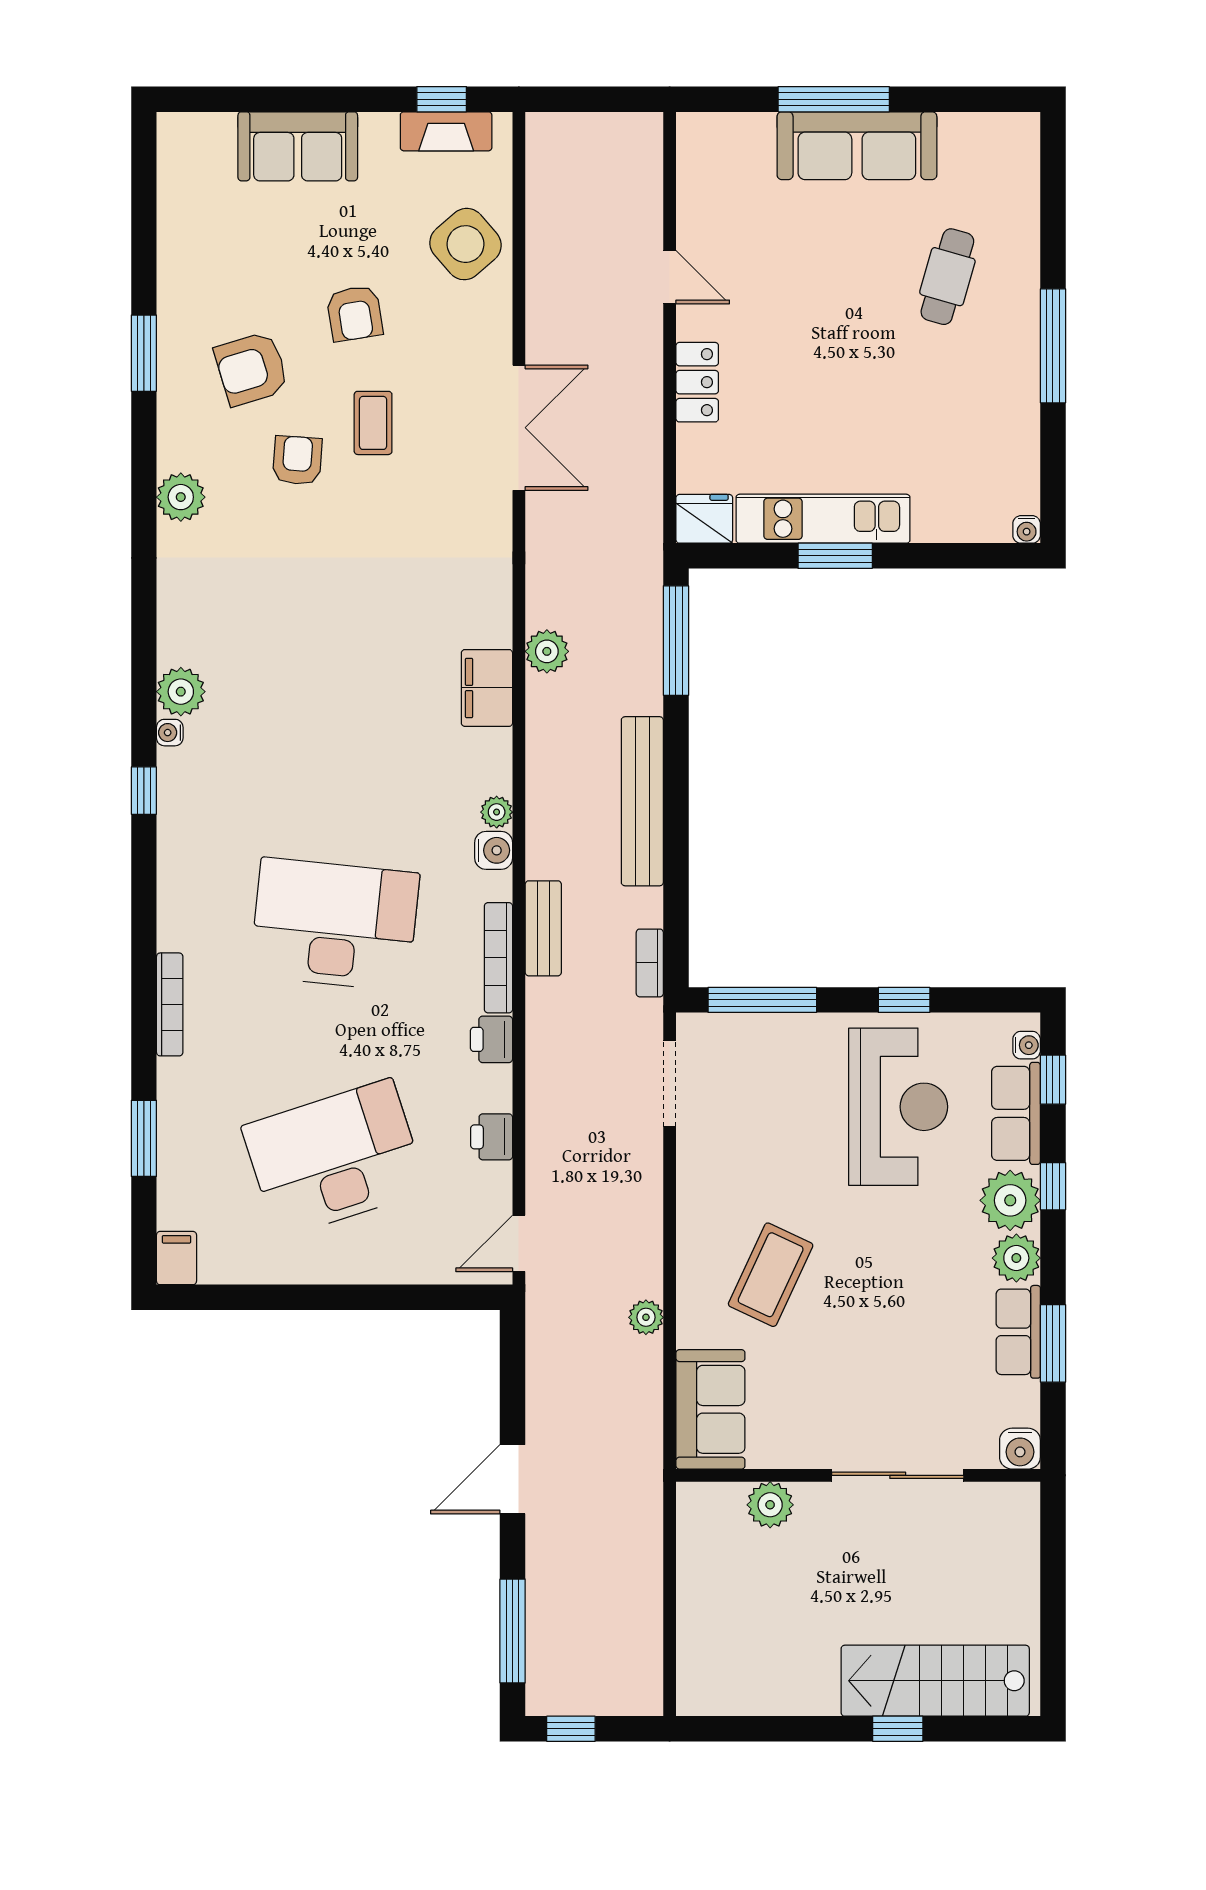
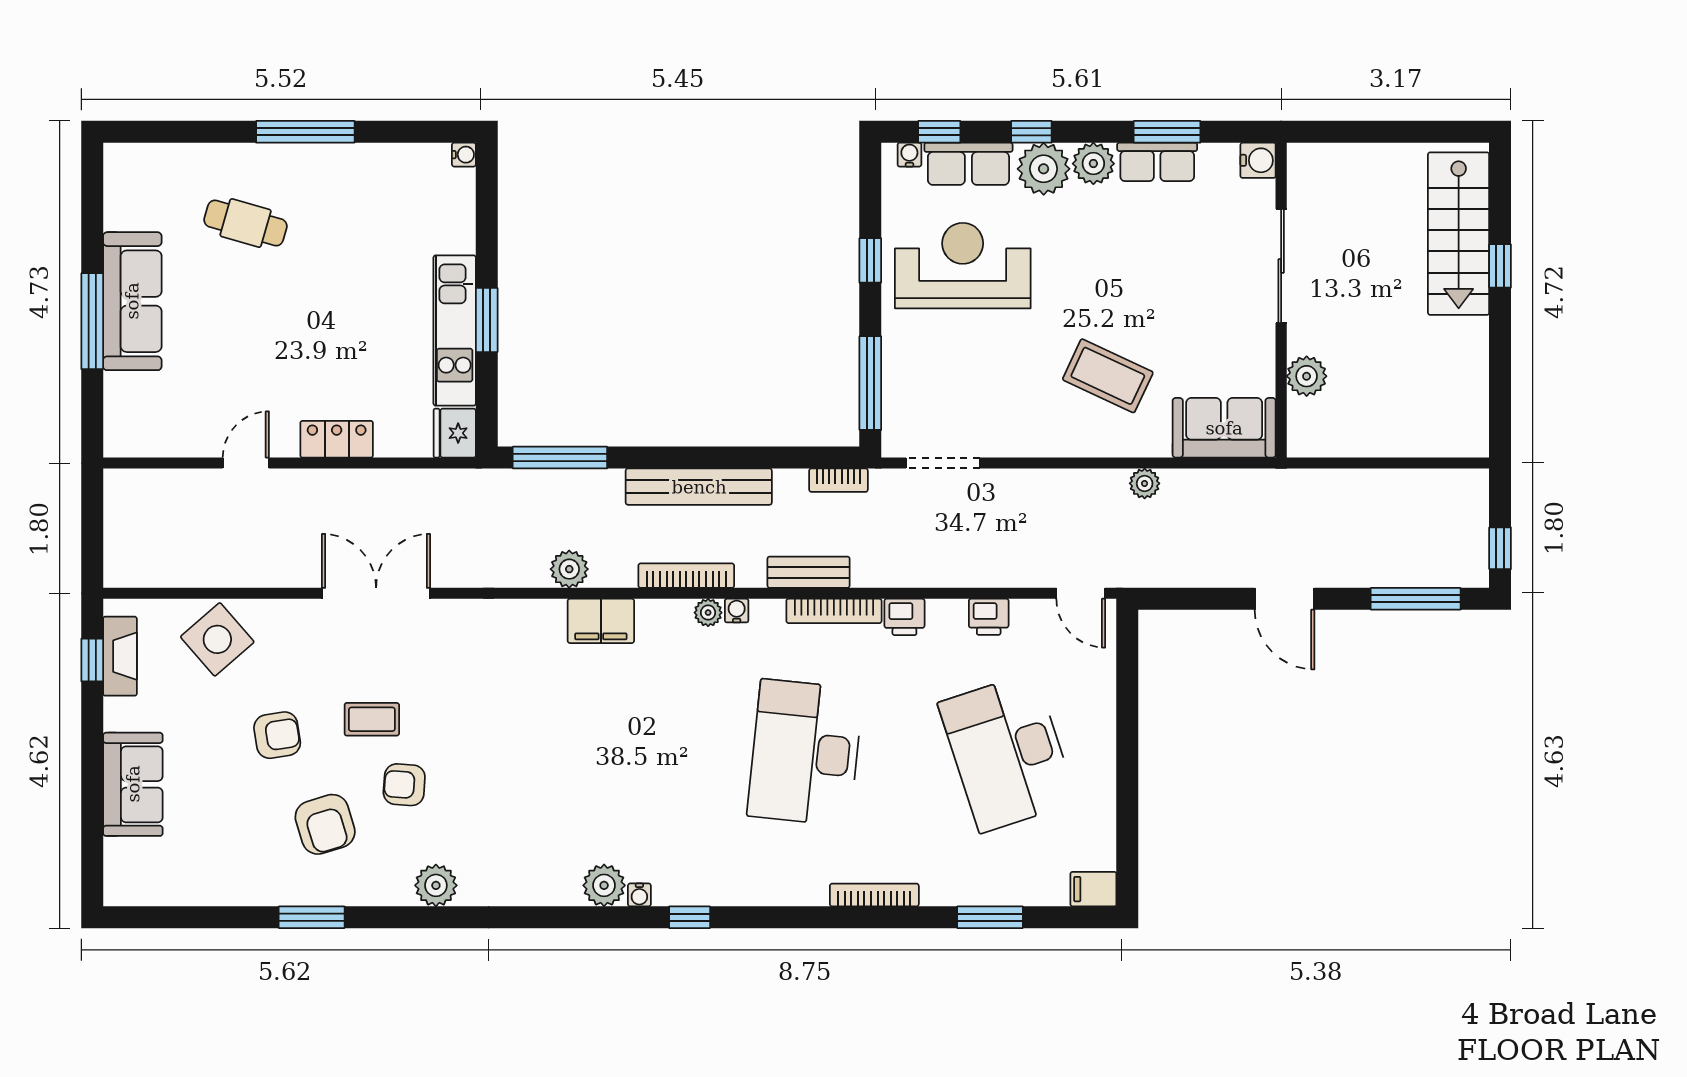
bookcase: (539, 787) -> (686, 576), added
water cooler: (494, 850) -> (737, 611), width x0.72, depth x0.72

